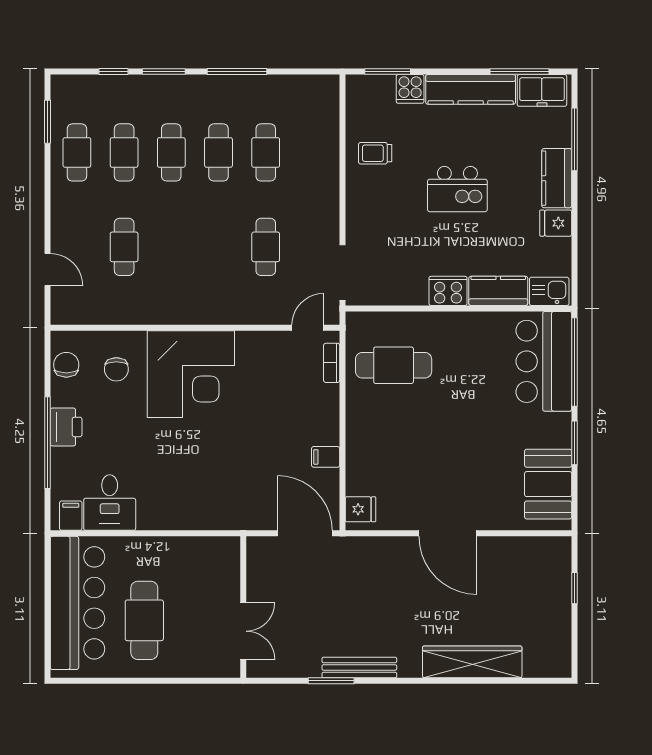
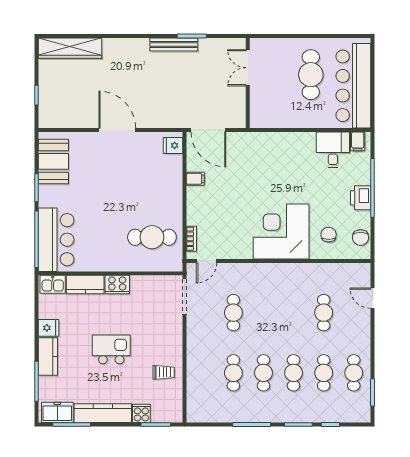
wardrobe: (472, 662) -> (70, 48), moved

